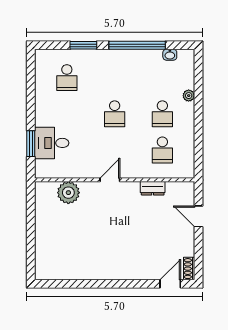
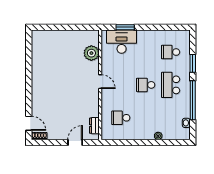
school desk: (162, 114) -> (171, 85), moved, width x1.85
desk: (52, 143) -> (122, 42), width x1.37
dresser: (153, 188) -> (94, 126), moved

